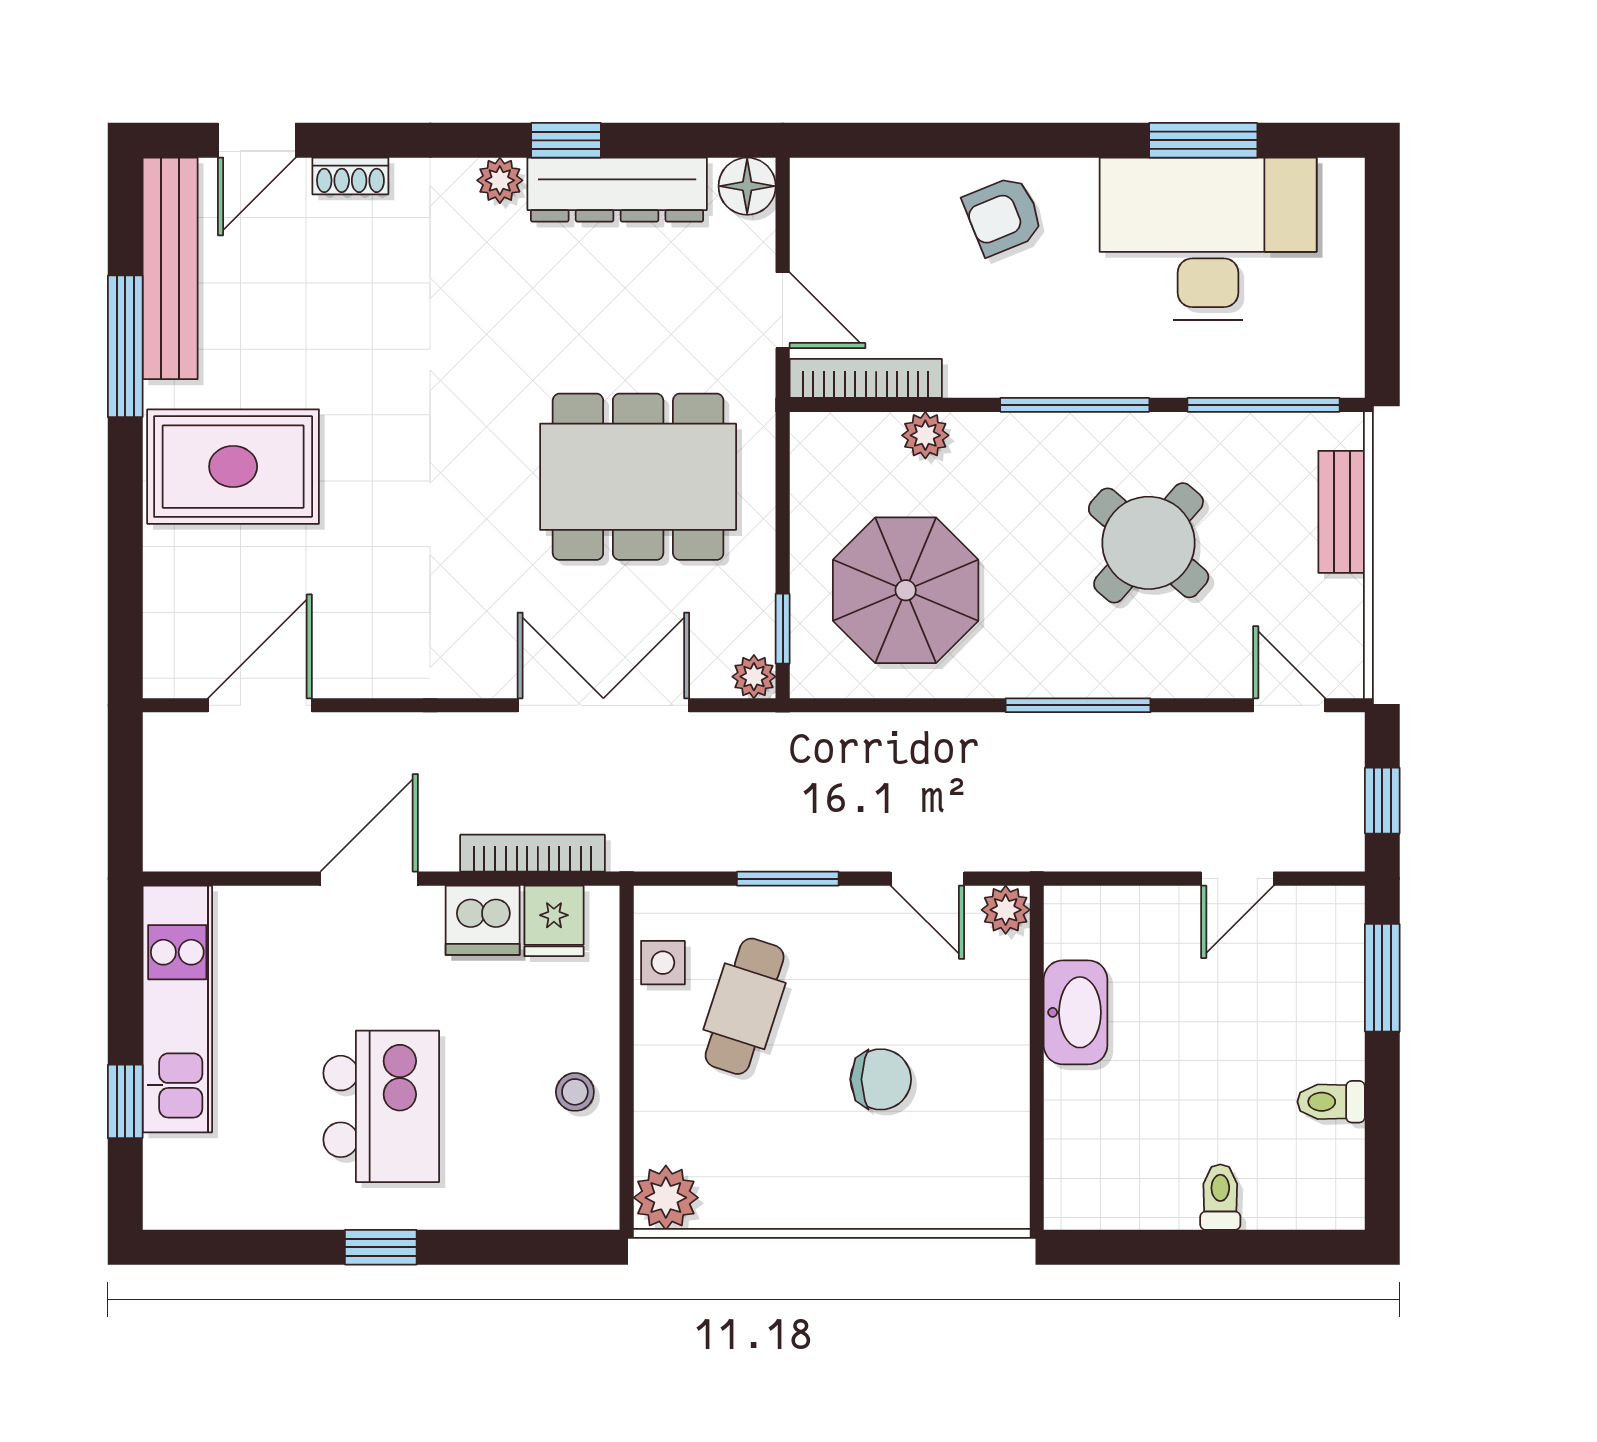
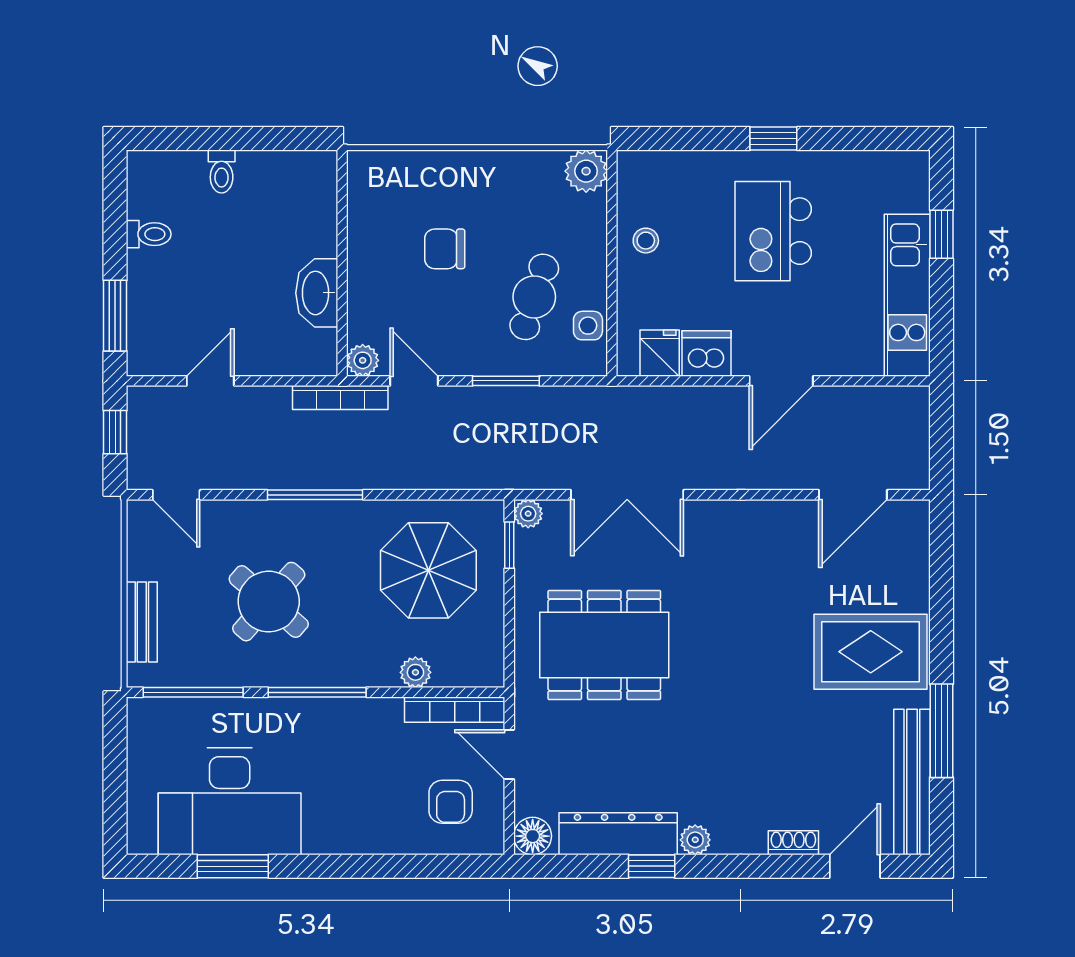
armchair: (1003, 216) -> (451, 802), moved, turned 112
bookcase: (533, 853) -> (340, 398), moved

